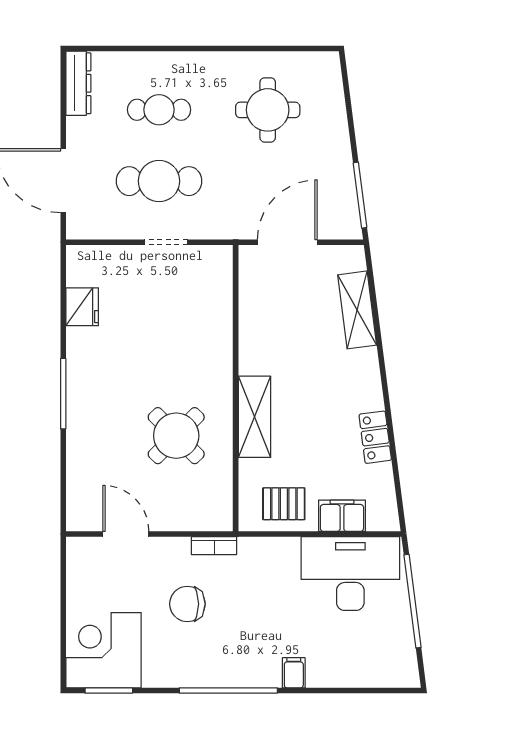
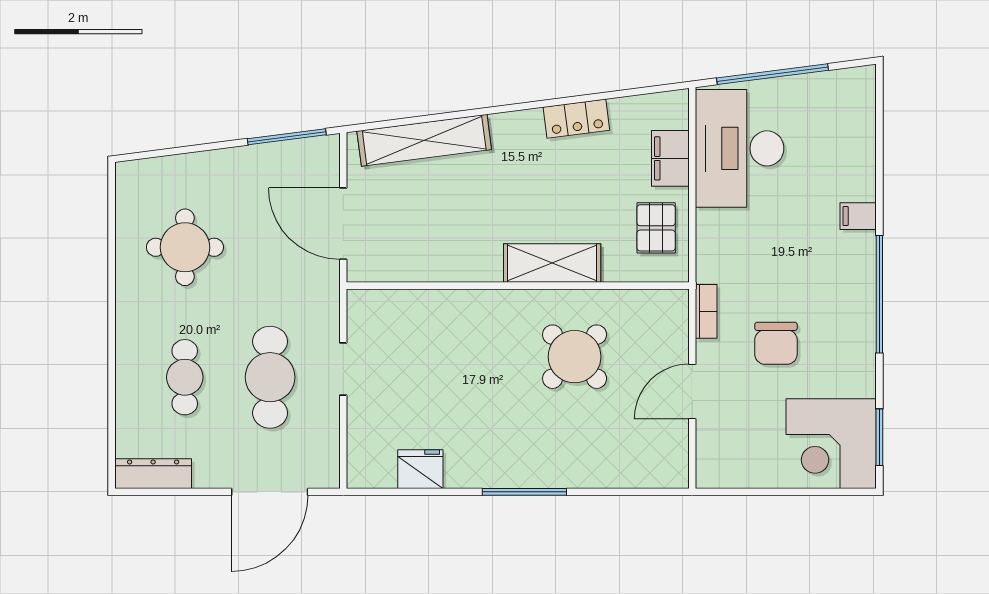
shelving: (357, 310) -> (424, 140), width x1.47
door: (126, 534) -> (692, 392), moved

